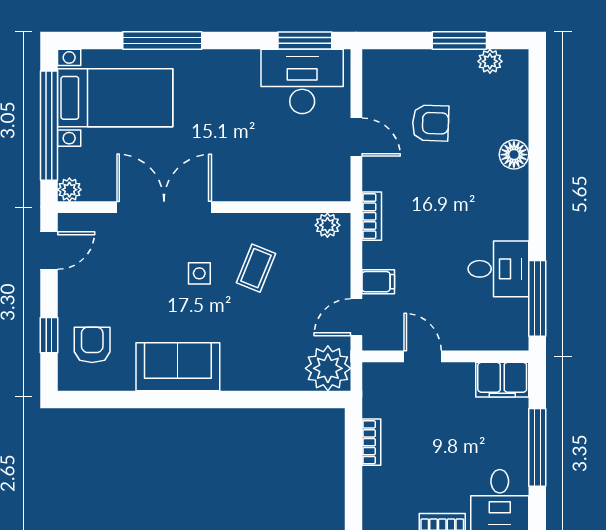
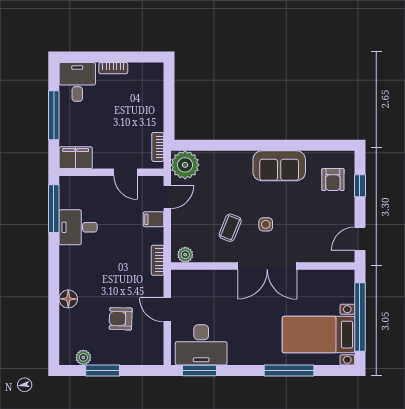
plant: (69, 190) -> (347, 277), removed
double door: (164, 207) -> (267, 266), moved
bookcase: (371, 442) -> (158, 147), moved

